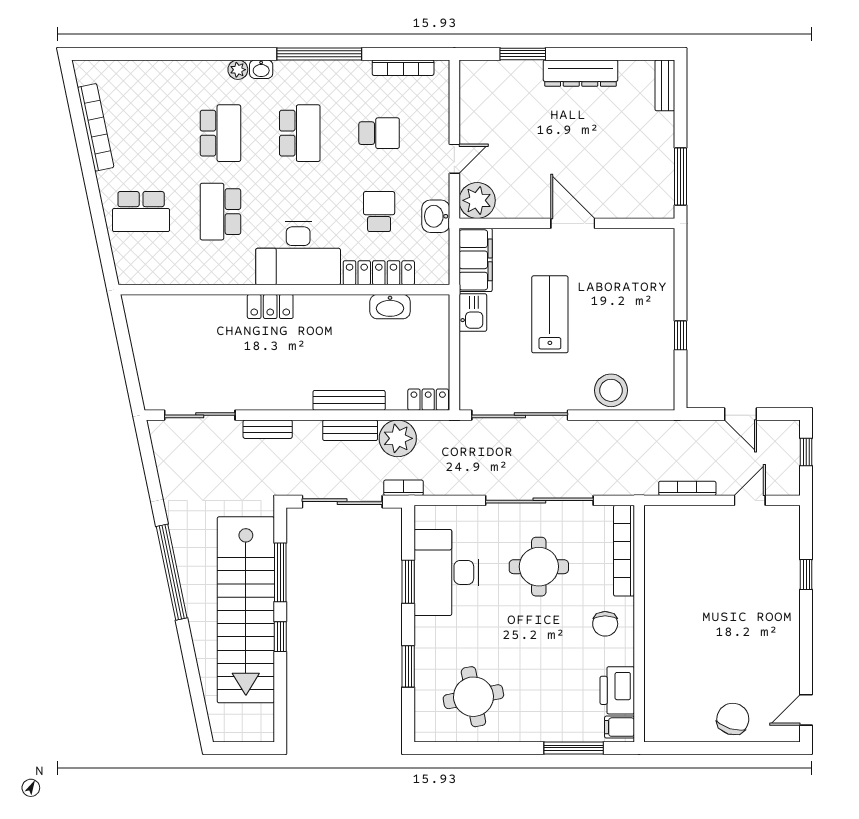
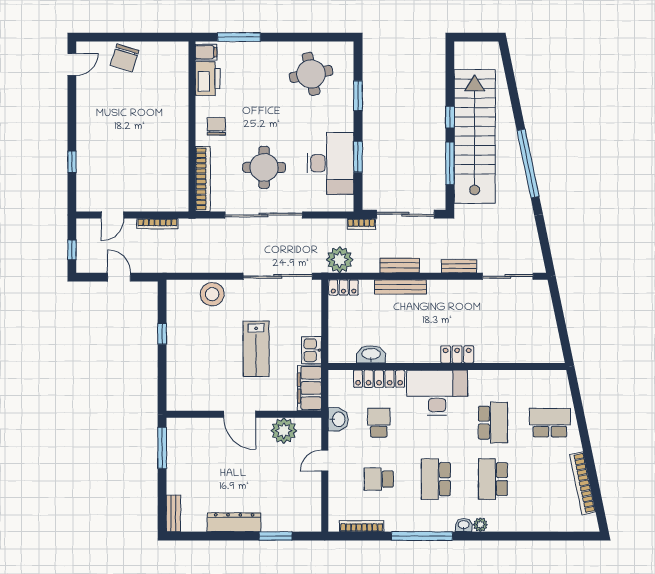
plant: (477, 200) -> (284, 431), moved
school desk: (379, 212) -> (379, 423), turned 180
plant: (398, 438) -> (340, 260), moved

